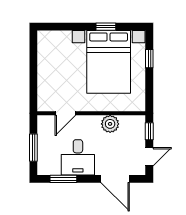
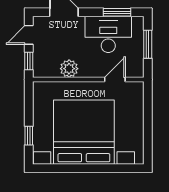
window: (106, 27) -> (73, 168), removed
bed with nightstands: (109, 62) -> (84, 132), width x1.36
desk: (78, 157) -> (108, 34), width x1.37

